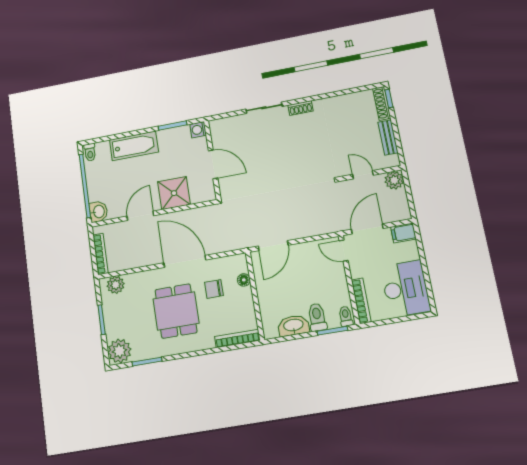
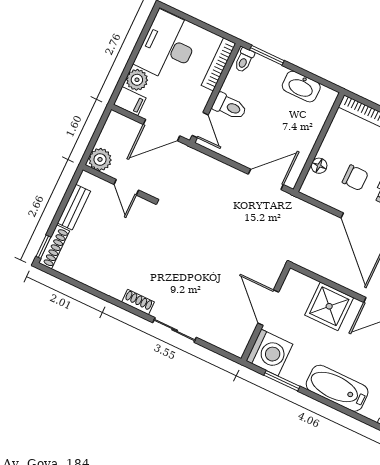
washing machine: (198, 130) -> (269, 353), width x1.89, depth x1.89
plant: (409, 251) -> (137, 80), added
toilet: (317, 317) -> (229, 106), moved, turned -90

